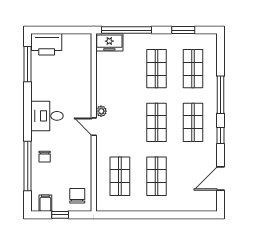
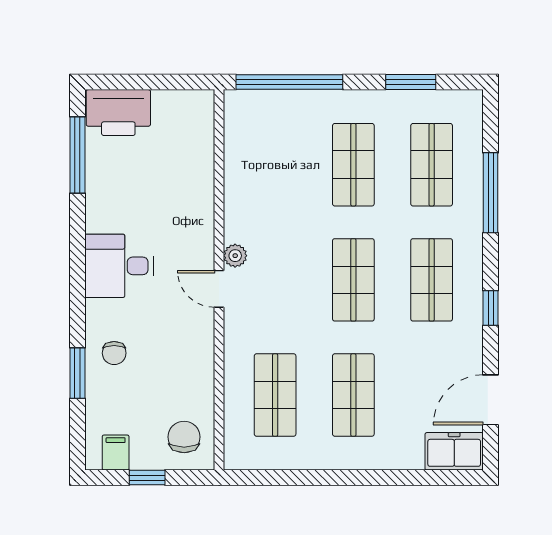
freezer: (109, 42) -> (454, 451), moved, turned 180
window: (221, 95) -> (491, 193), moved
window: (28, 166) -> (77, 373), width x0.47

